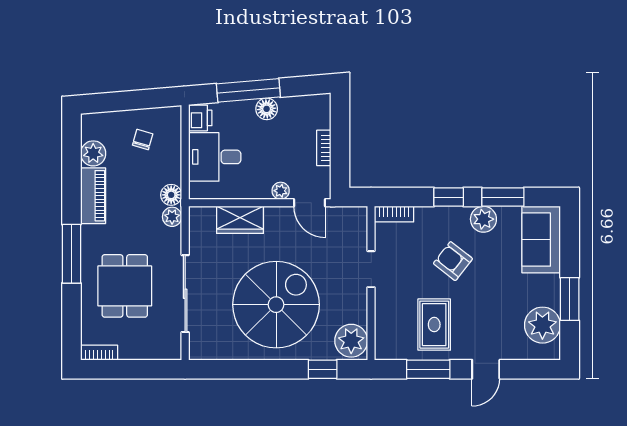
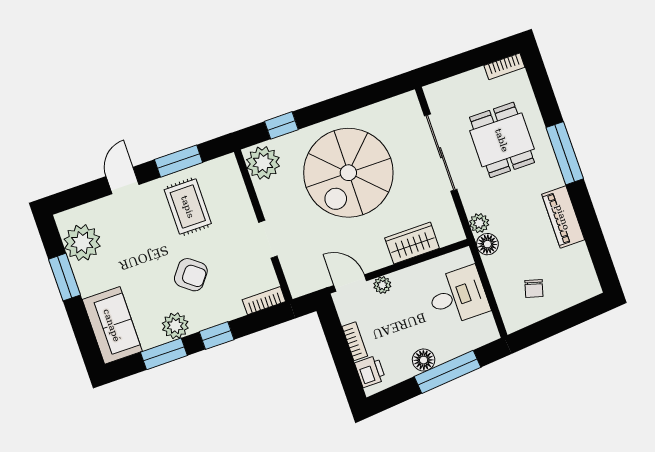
printer: (200, 118) -> (370, 371), moved, turned 180
plant: (93, 153) -> (577, 258), removed

